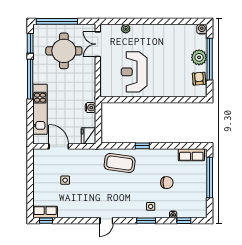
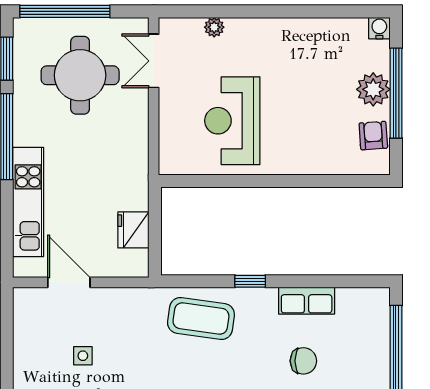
water cooler: (90, 108) -> (138, 198), removed
fridge: (88, 136) -> (133, 230), moved
row of seats: (191, 155) -> (307, 301), moved

